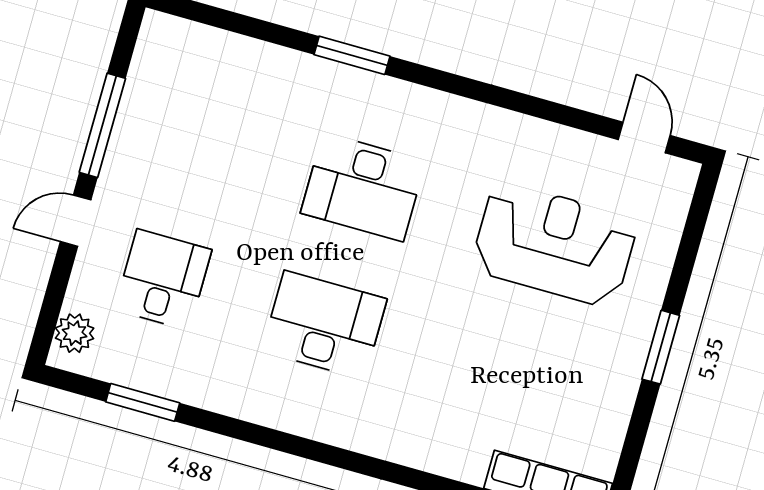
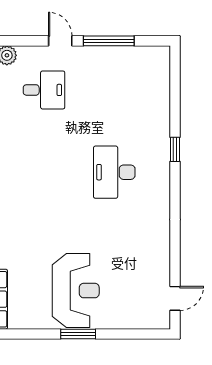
window: (352, 55) -> (175, 149), width x0.67
reception desk: (554, 244) -> (76, 291), moved
desk: (324, 325) -> (44, 172), removed

